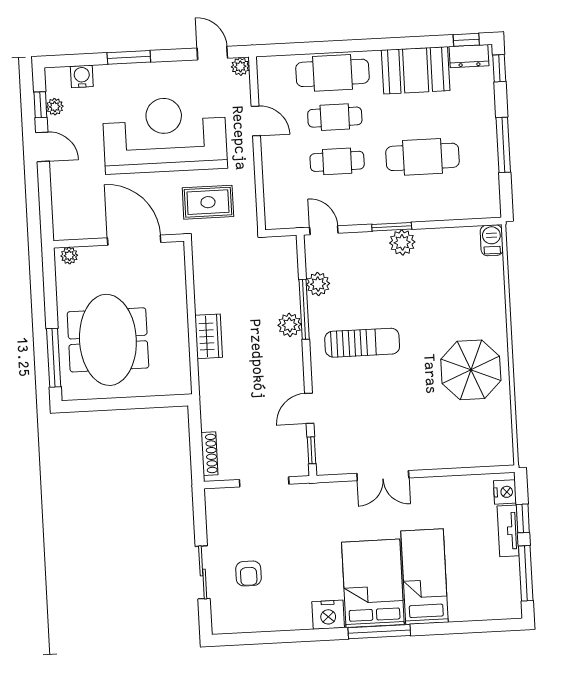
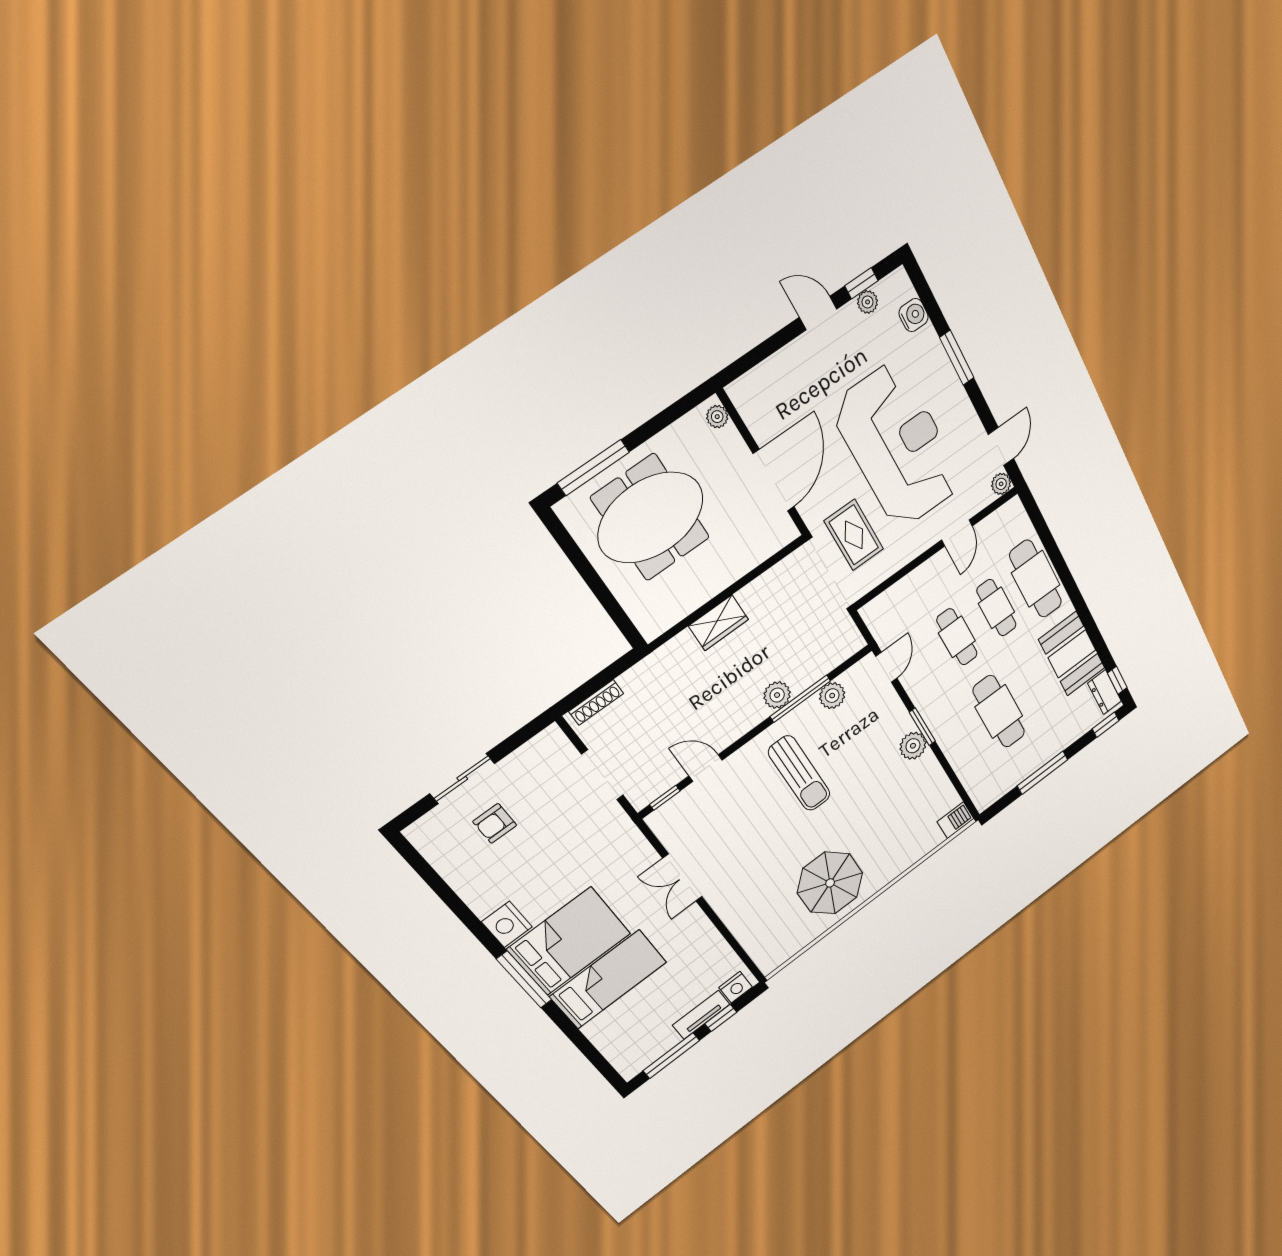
door: (43, 147) -> (818, 313), swing flipped

